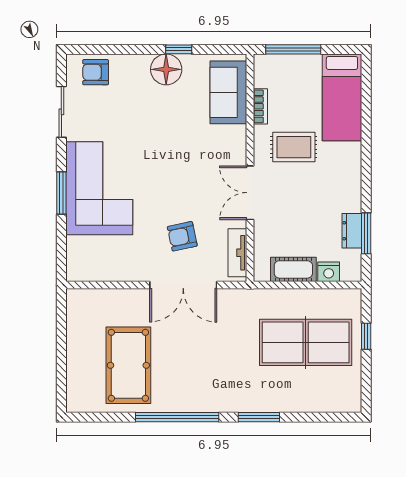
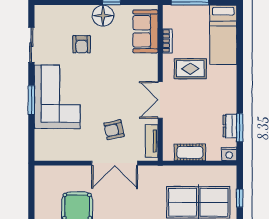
armchair: (96, 72) -> (82, 44), moved, turned -90
nightstand: (329, 272) -> (229, 154), moved

